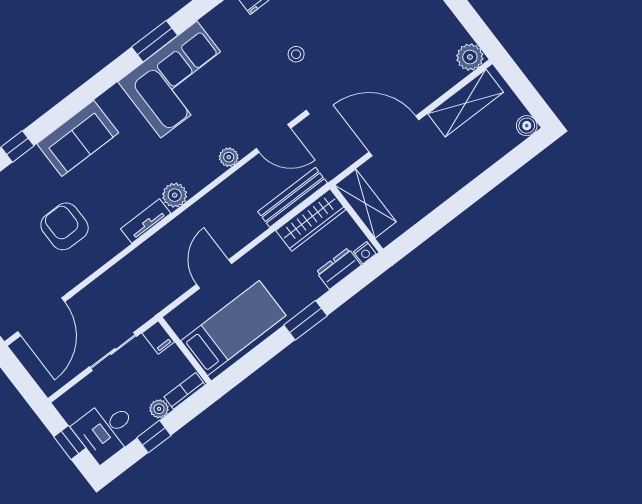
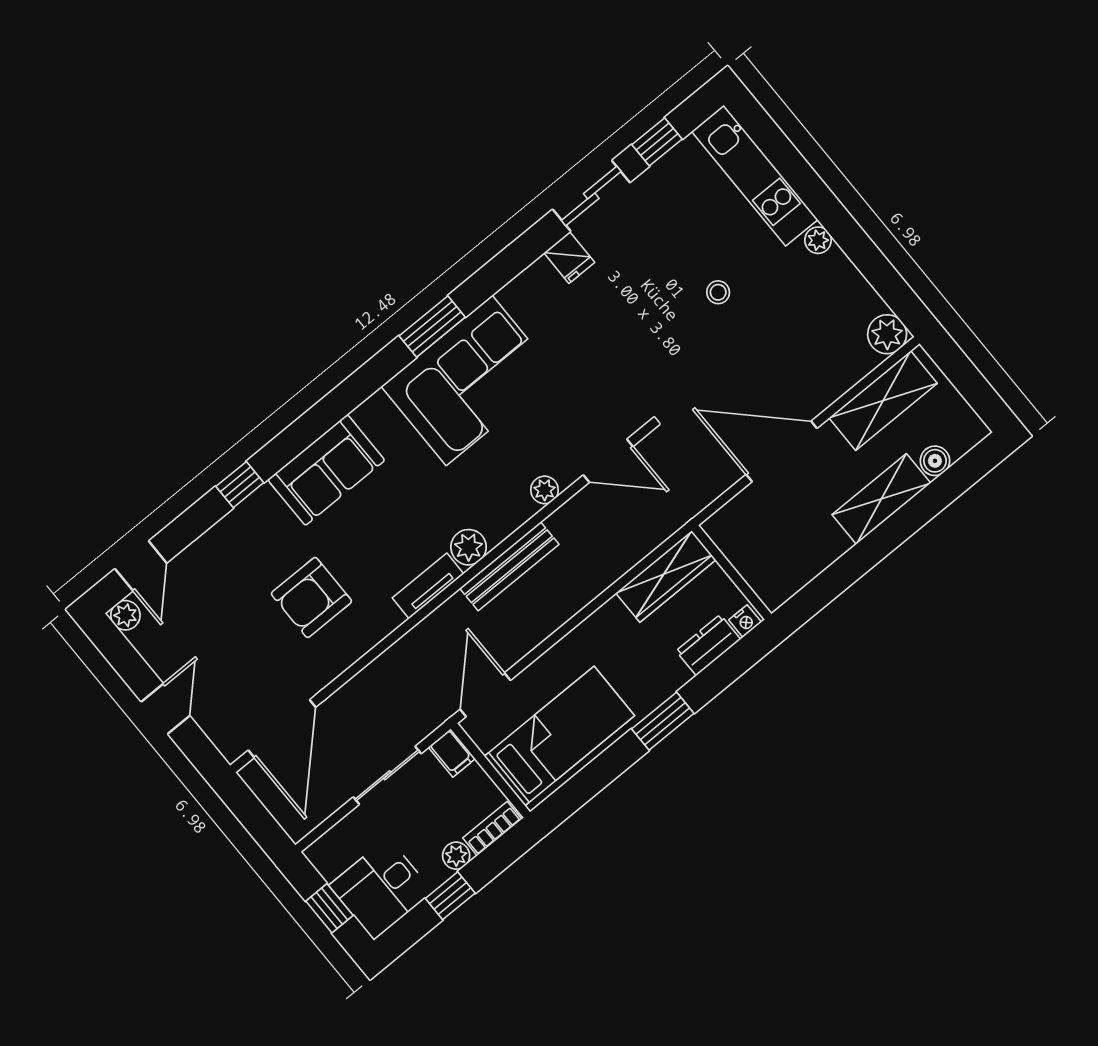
stool: (296, 54) -> (718, 292), moved
boiler: (527, 126) -> (935, 461), moved
bench: (293, 197) -> (509, 566), moved
shelving: (365, 204) -> (881, 499), moved, turned 90
armchair: (65, 226) -> (311, 597), turned -90
door: (214, 274) -> (485, 695), moved

